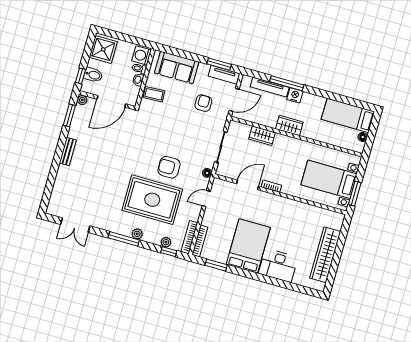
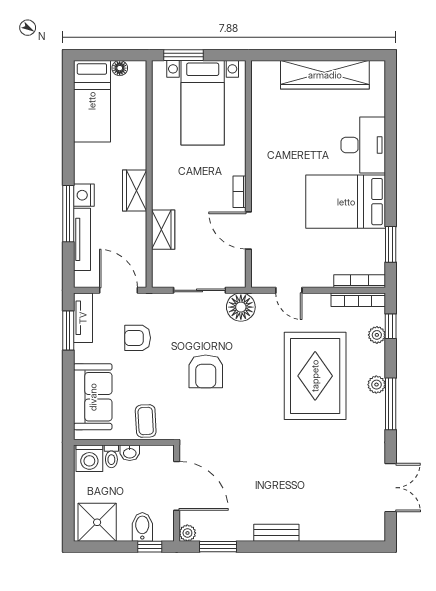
armchair: (169, 167) -> (206, 371), moved
floor lamp: (207, 173) -> (241, 307), width x1.89, depth x1.89
window: (355, 194) -> (184, 55), moved

